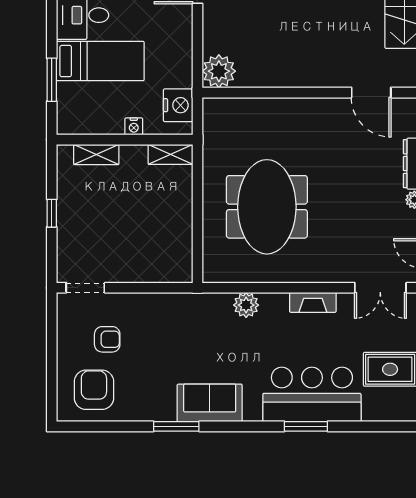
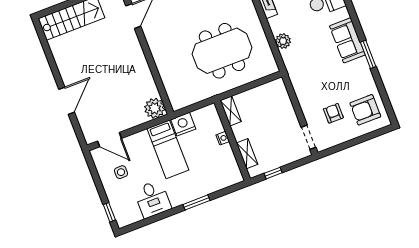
bed: (100, 61) -> (168, 149), moved, turned 180
nightstand: (134, 126) -> (223, 138), moved
wall: (125, 140) -> (232, 141), moved
shelving: (96, 154) -> (247, 154), moved
shelving: (170, 154) -> (231, 111), moved

